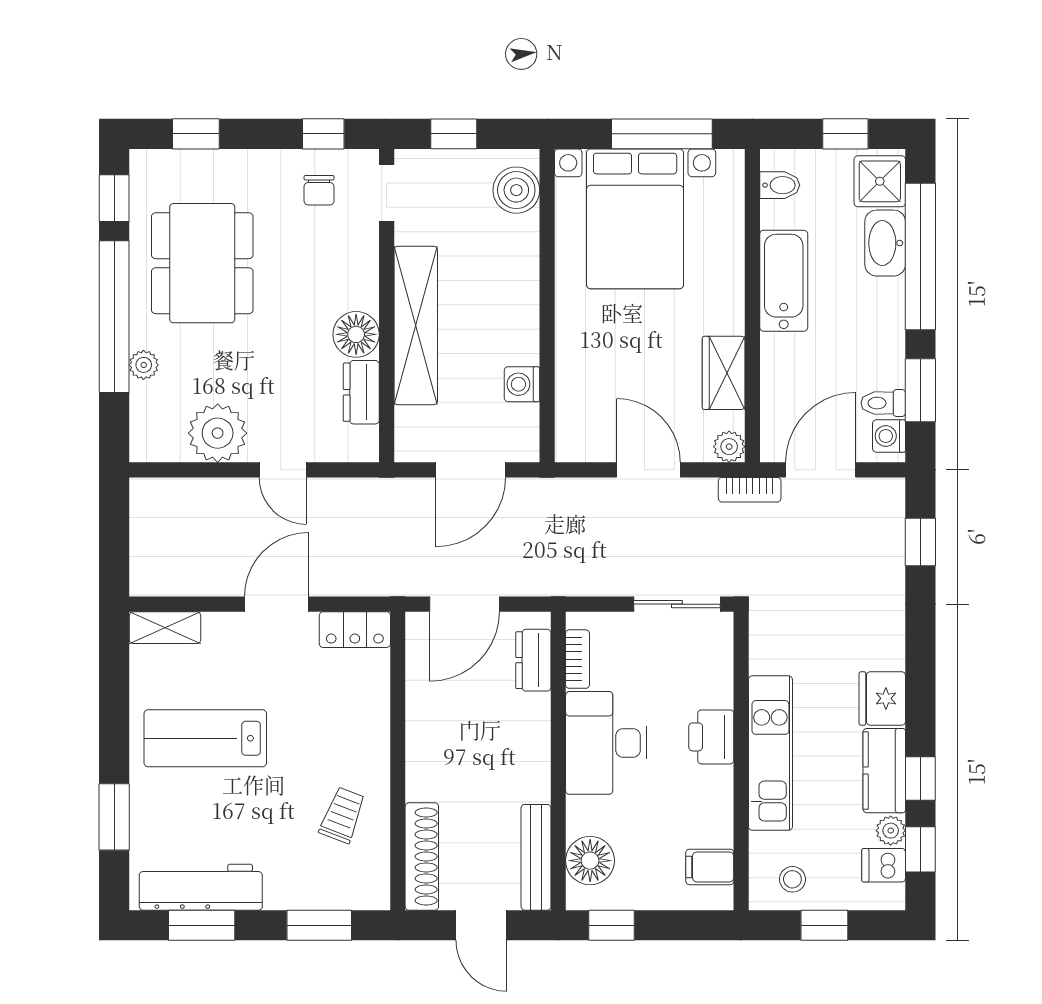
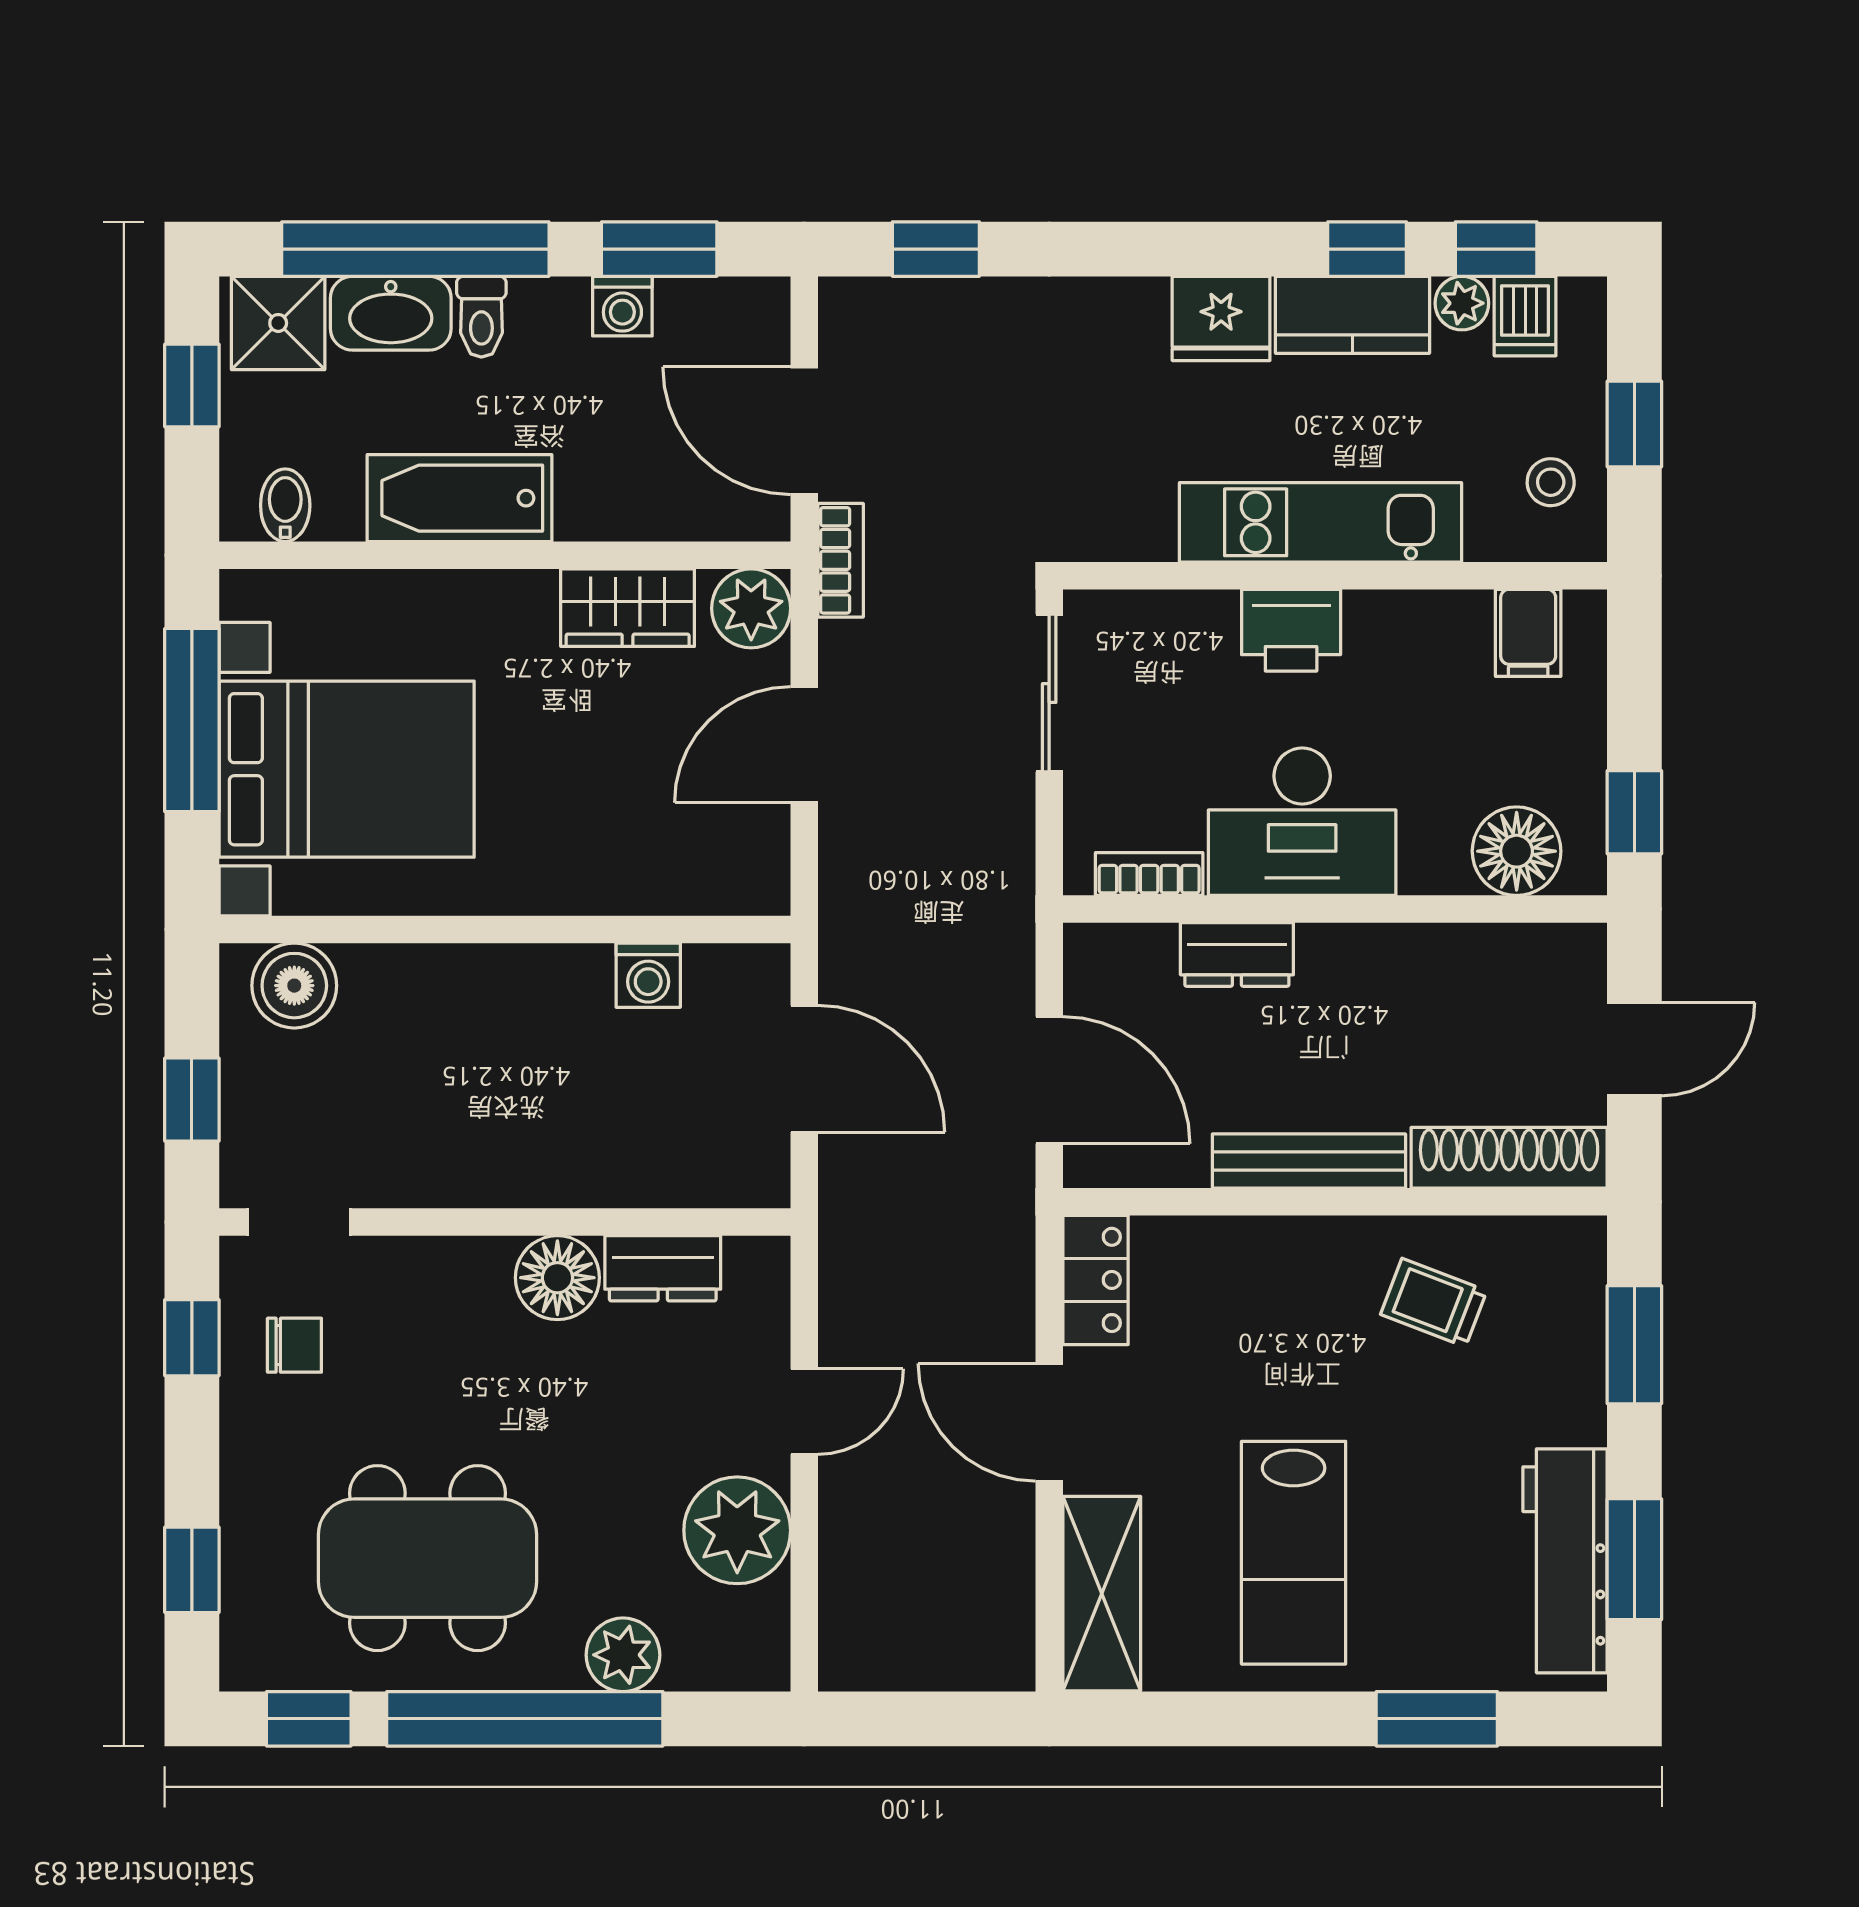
shelving: (416, 325) -> (541, 1169), removed
plant: (144, 365) -> (623, 1655), width x1.38, depth x1.38
toilet: (883, 403) -> (481, 317), moved
washing machine: (889, 436) -> (622, 306), moved
plant: (729, 447) -> (751, 608), width x1.38, depth x1.38
shelving: (165, 628) -> (1102, 1594), width x1.50, depth x1.33
dresser: (533, 660) -> (1237, 954), moved
bench: (536, 857) -> (1309, 1161), moved

